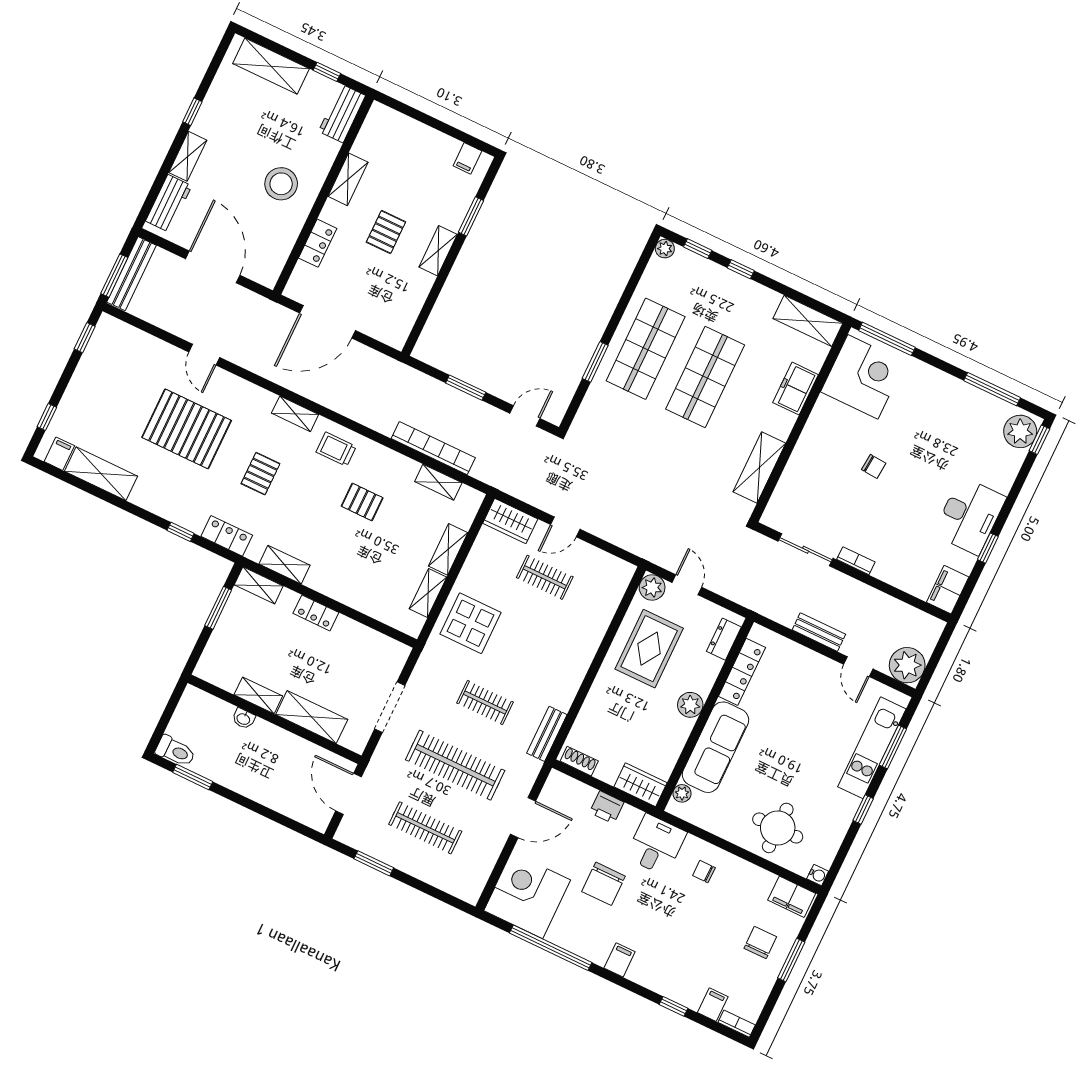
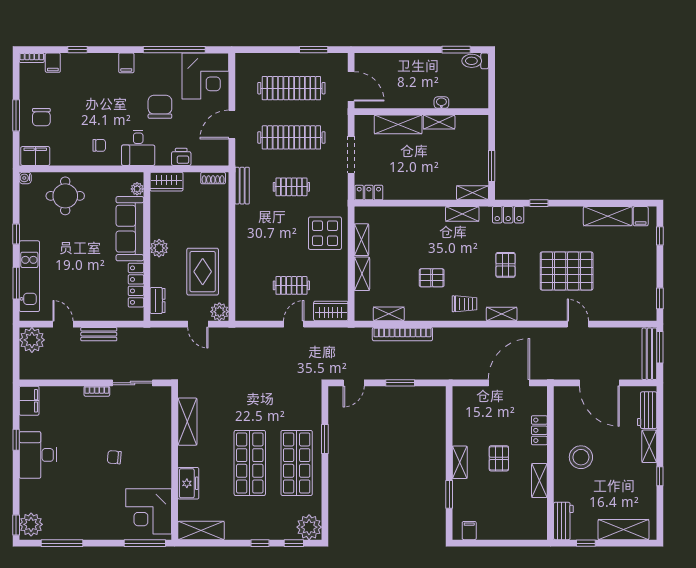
plant: (665, 249) -> (309, 527), width x1.88, depth x1.88
locker: (316, 613) -> (369, 193), moved
clothes rail: (425, 828) -> (291, 88), width x1.37, depth x1.31

